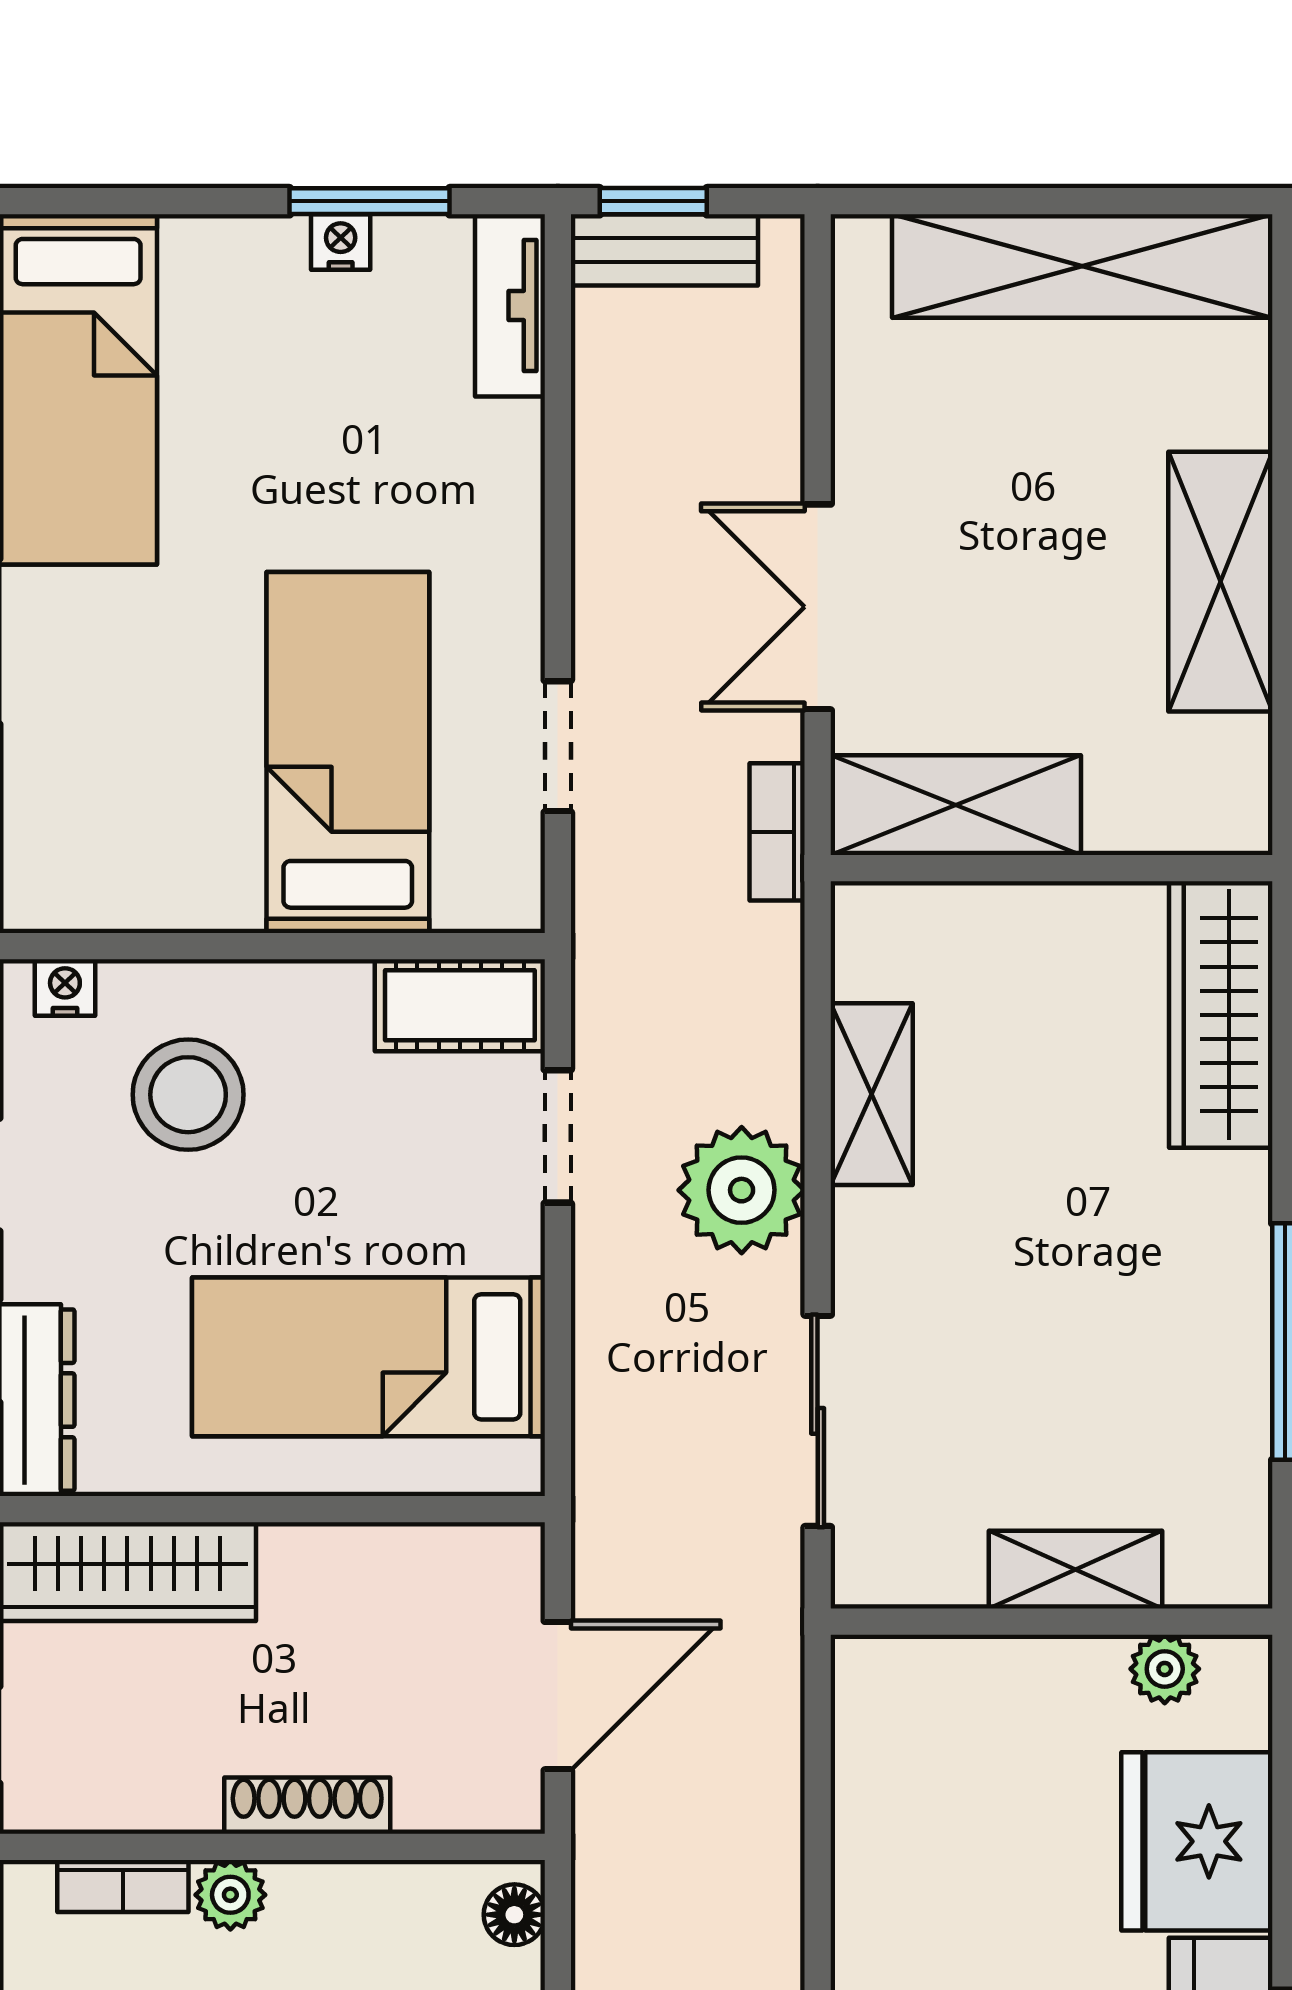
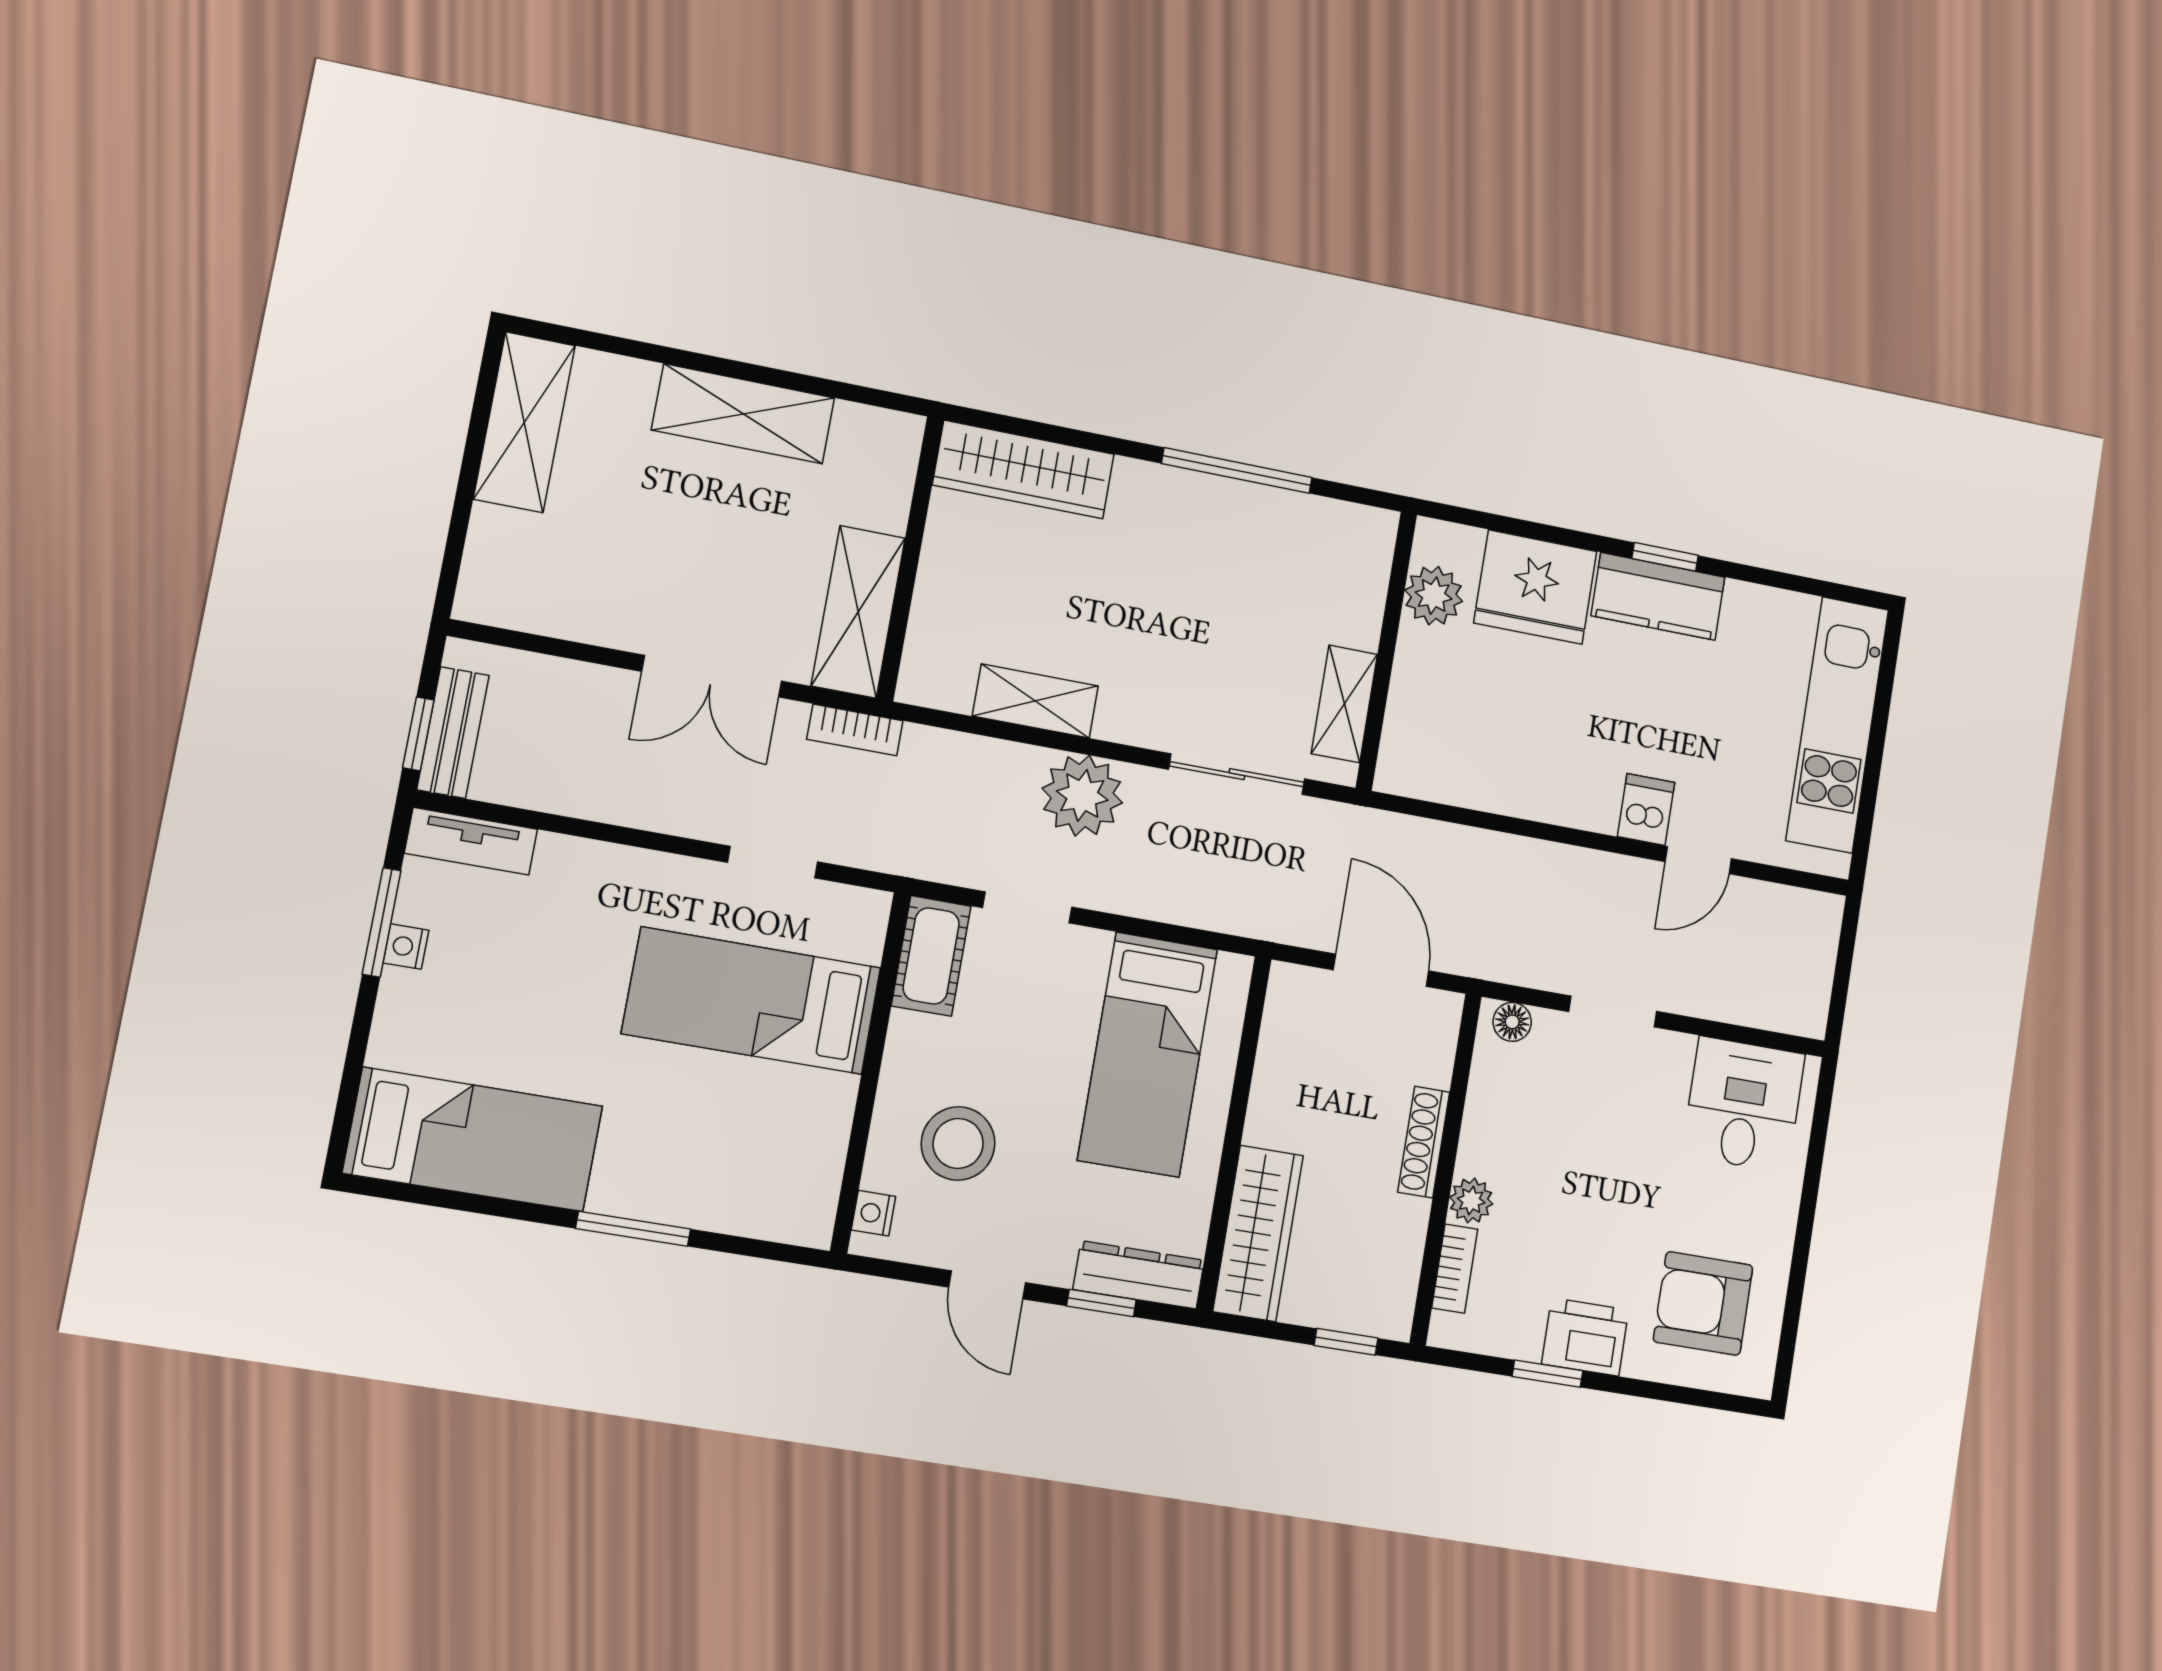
shelving: (1082, 266) -> (524, 422), width x0.68
shelving: (1075, 1570) -> (1344, 704), moved
plant: (1165, 1669) -> (1434, 596), width x1.38, depth x1.38

